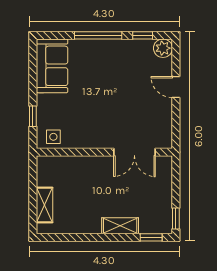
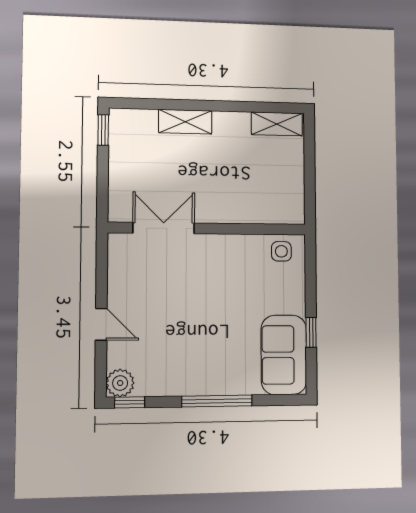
window: (143, 35) -> (130, 402), moved
window: (33, 116) -> (311, 332), moved
shelving: (45, 205) -> (277, 124), moved, turned 90
window: (151, 237) -> (140, 104), removed

